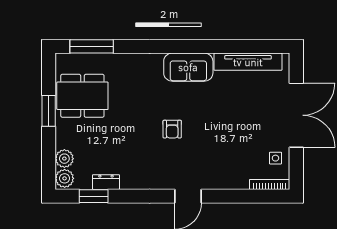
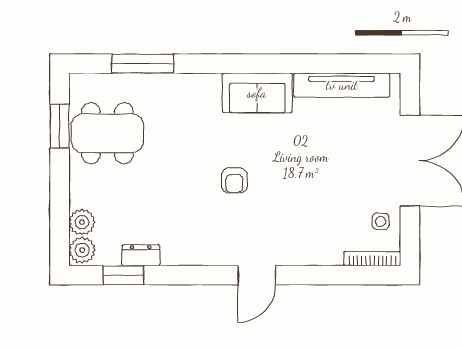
window: (92, 46) -> (143, 64), moved
window: (49, 111) -> (60, 126), moved

